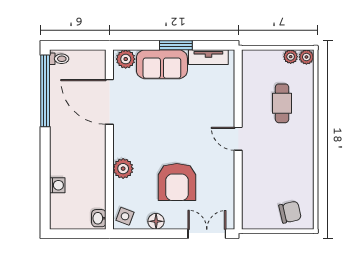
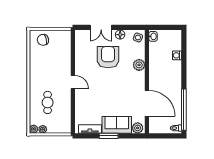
double door: (207, 234) -> (101, 27), moved

